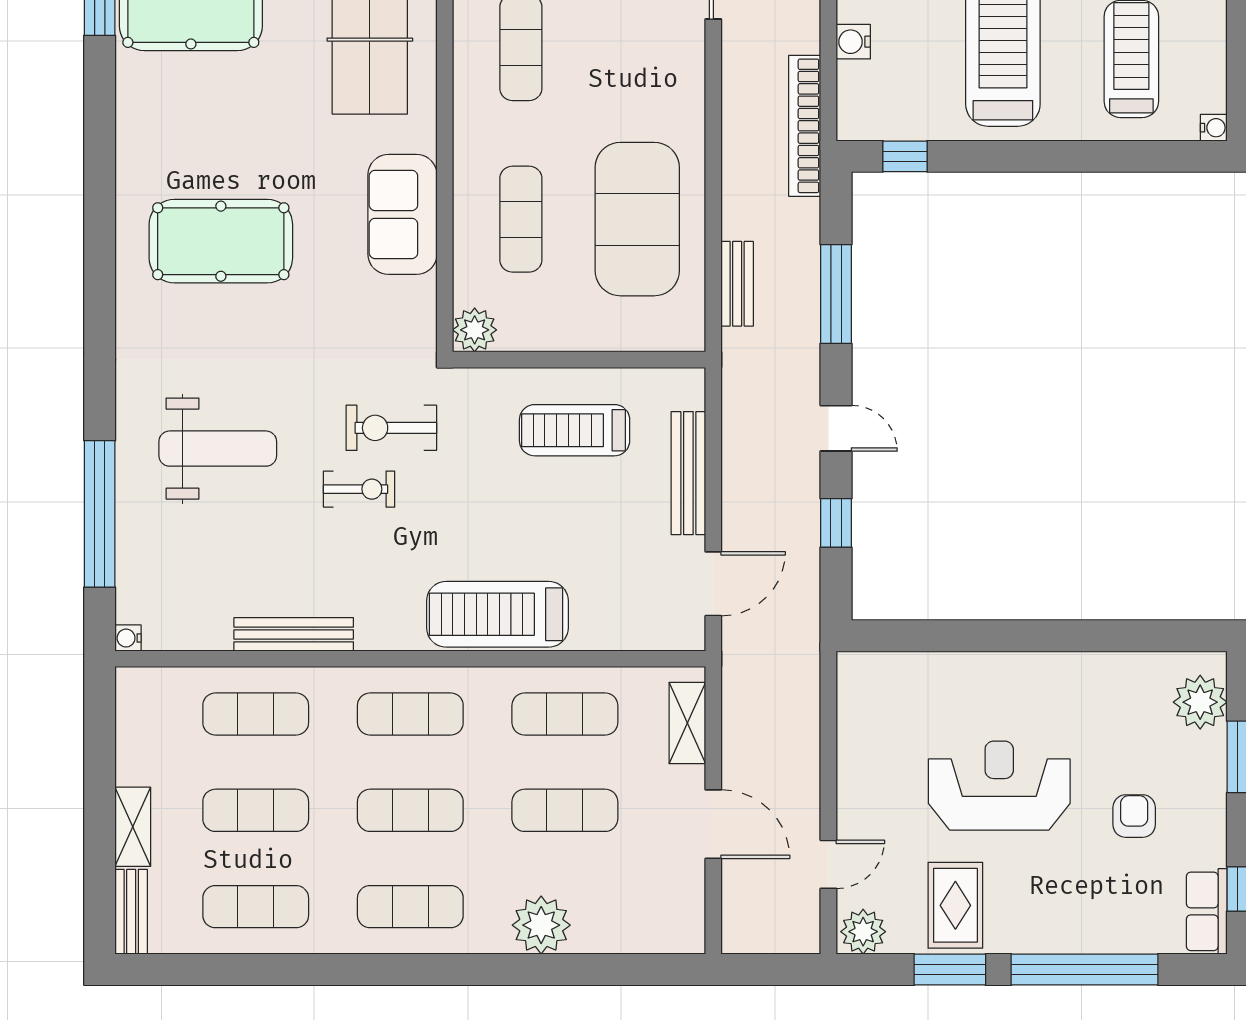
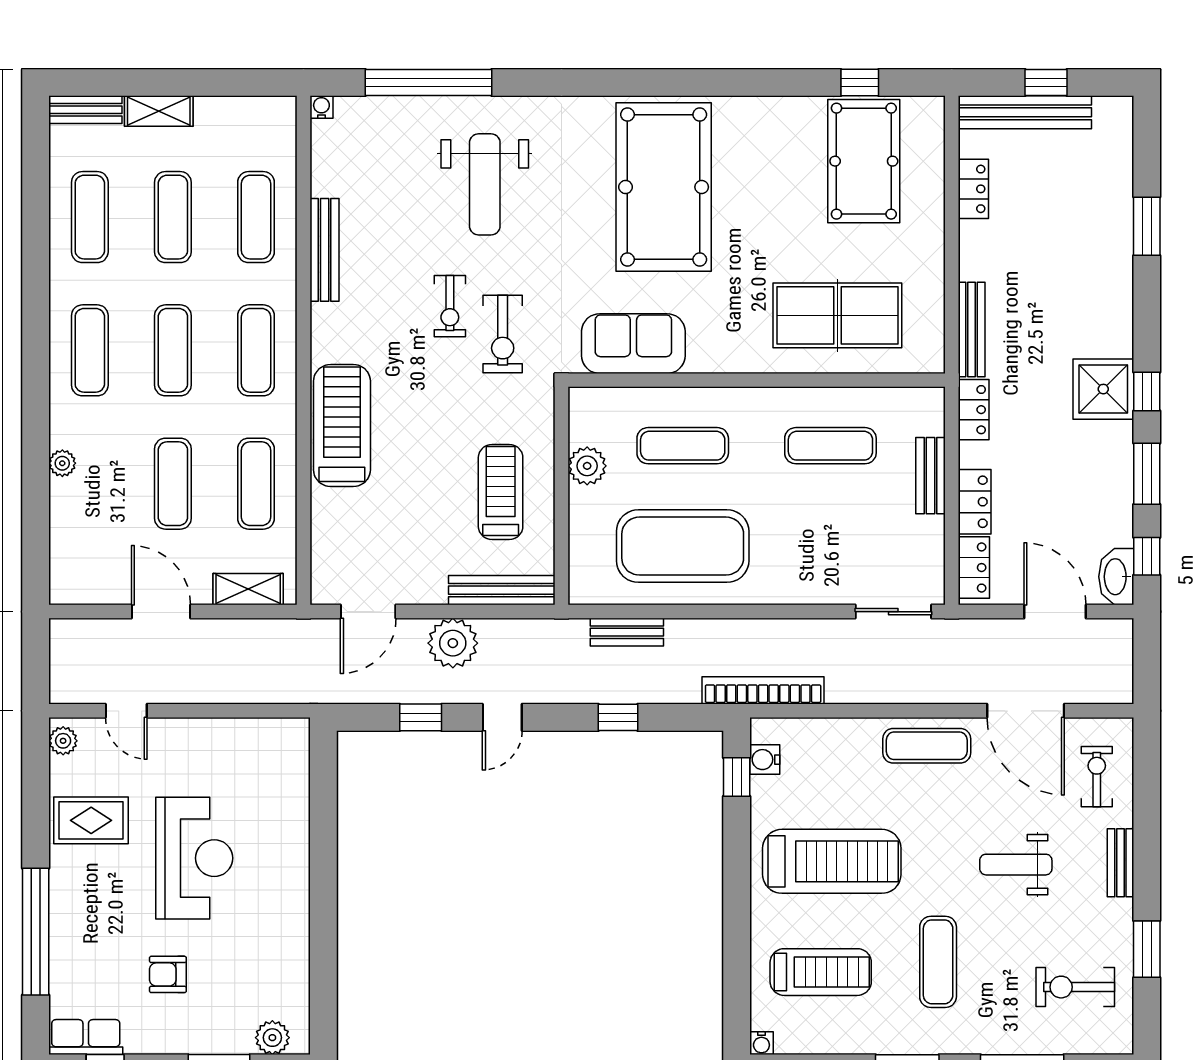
water cooler: (853, 42) -> (765, 760), moved, turned -90
sofa: (402, 214) -> (633, 344), moved
pool table: (221, 241) -> (664, 187), width x1.36, depth x1.32
window: (836, 294) -> (618, 717), width x0.46
plant: (475, 330) -> (587, 466), moved
exercise bike: (391, 428) -> (503, 334), turned 180
bench: (688, 473) -> (502, 590), moved
plant: (750, 486) -> (453, 643), added
door: (713, 584) -> (368, 612), hinge flipped
plant: (1200, 702) -> (272, 1038), width x0.73, depth x0.73
armchair: (1134, 816) -> (168, 974), turned 180
door: (713, 824) -> (161, 612), swing flipped
plant: (541, 925) -> (62, 463), width x0.53, depth x0.53
plant: (863, 932) -> (63, 741), width x0.73, depth x0.73
window: (950, 969) -> (36, 816), removed

